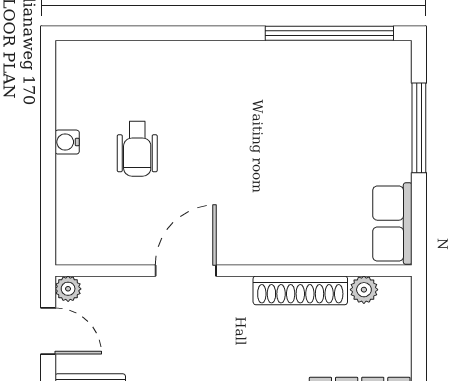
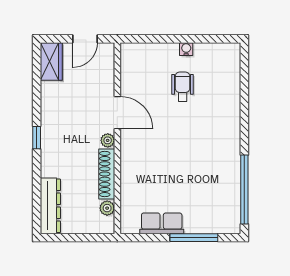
wheelchair: (137, 149) -> (183, 87), turned 90
row of seats: (392, 224) -> (162, 223), moved
plant: (68, 289) -> (108, 140), moved

